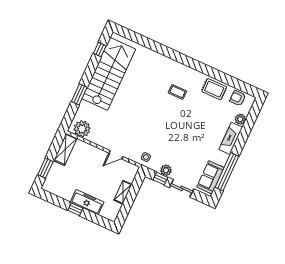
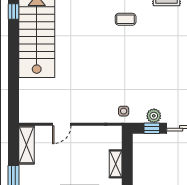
window: (79, 94) -> (13, 74), removed
plant: (82, 129) -> (35, 112), removed
door: (116, 155) -> (62, 124), moved

